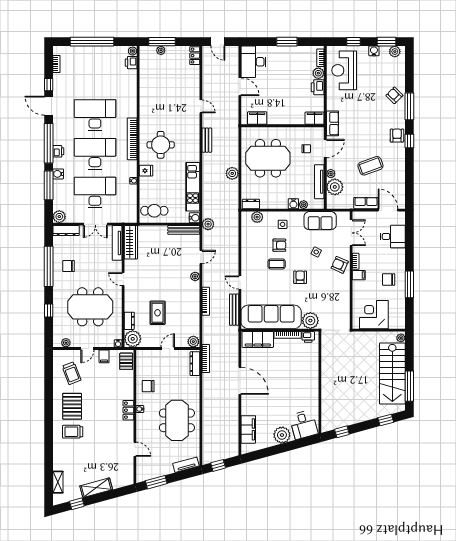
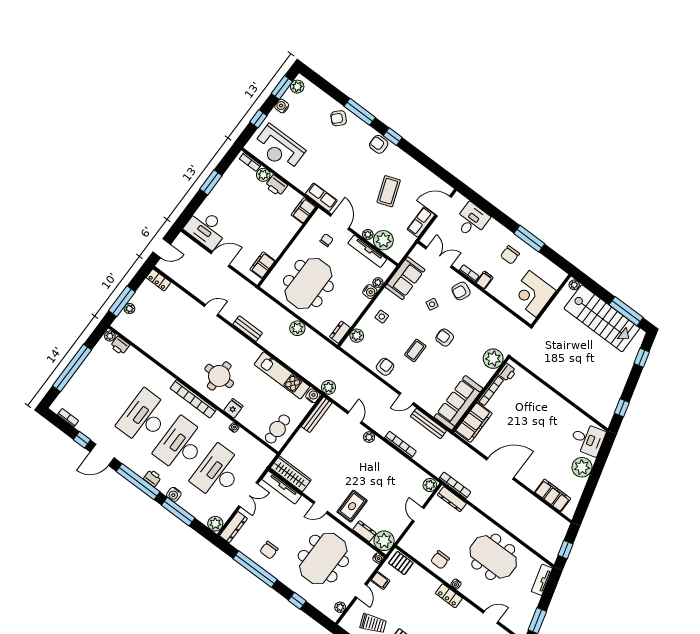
armchair: (279, 245) -> (385, 367), moved
rug: (158, 313) -> (352, 506), moved, turned 90
sofa: (271, 317) -> (459, 403), width x0.74, depth x0.79

